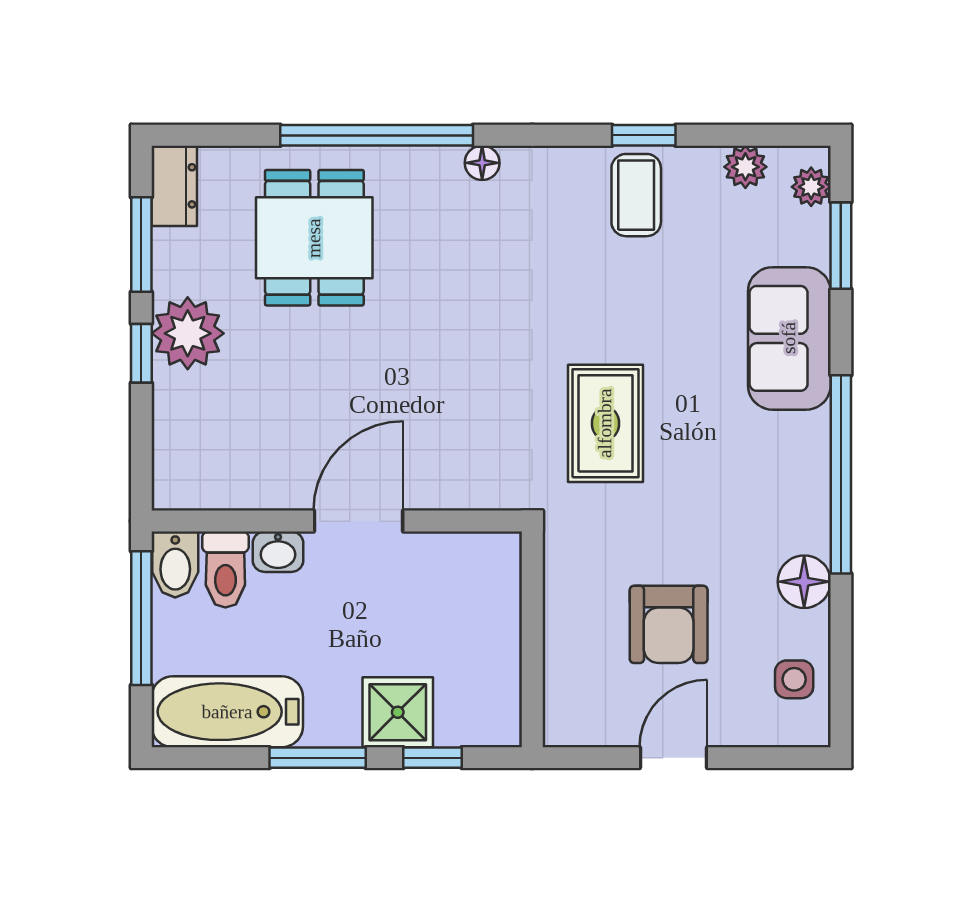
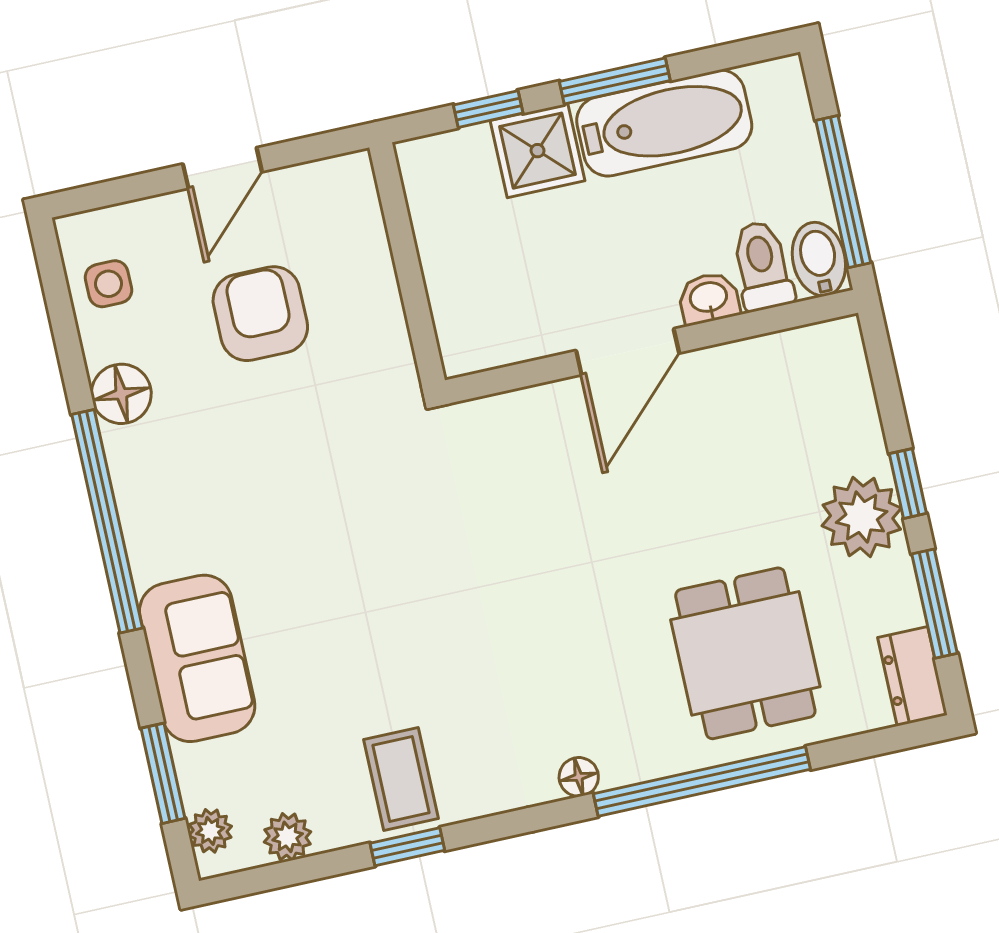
rug: (605, 423) -> (379, 520), removed
bathtub: (227, 712) -> (664, 123), moved

